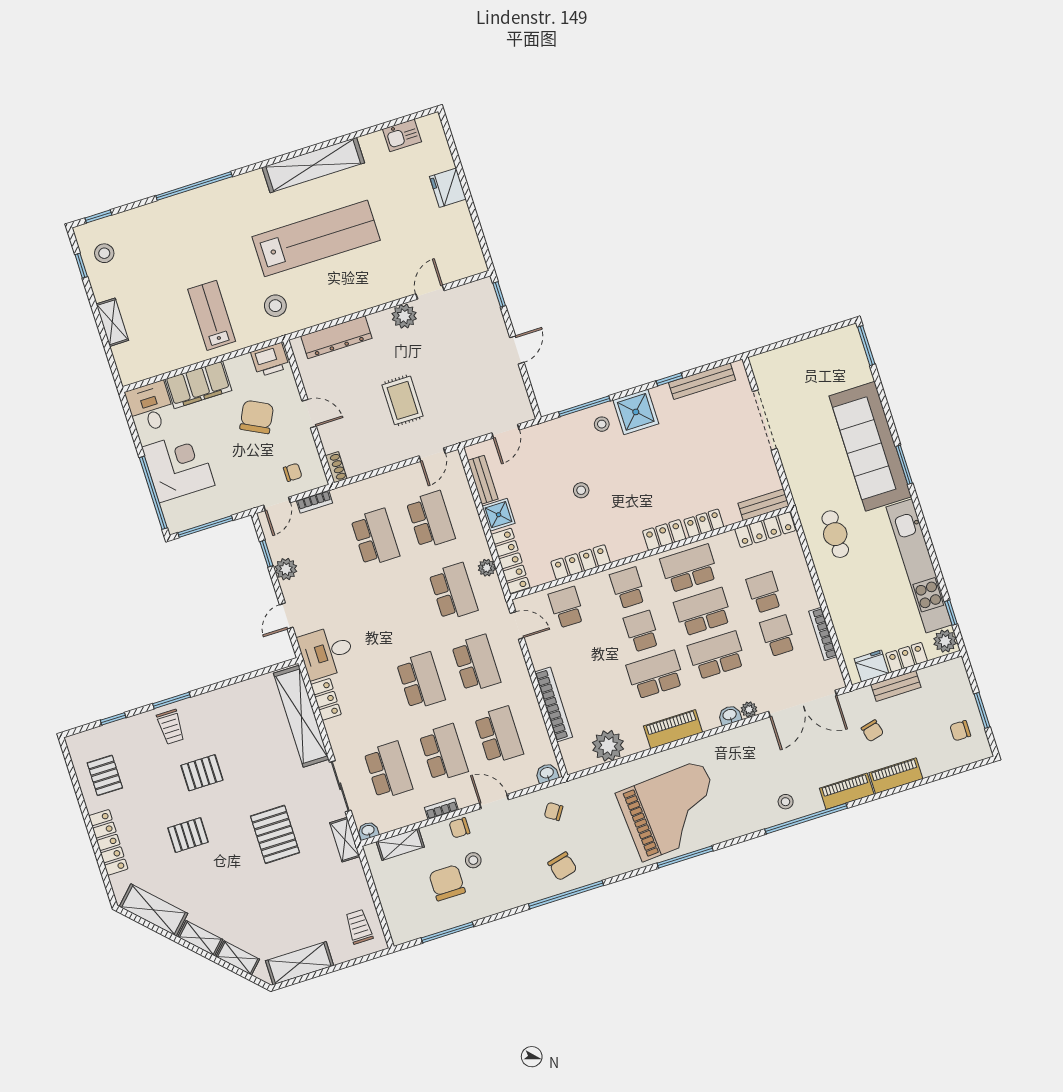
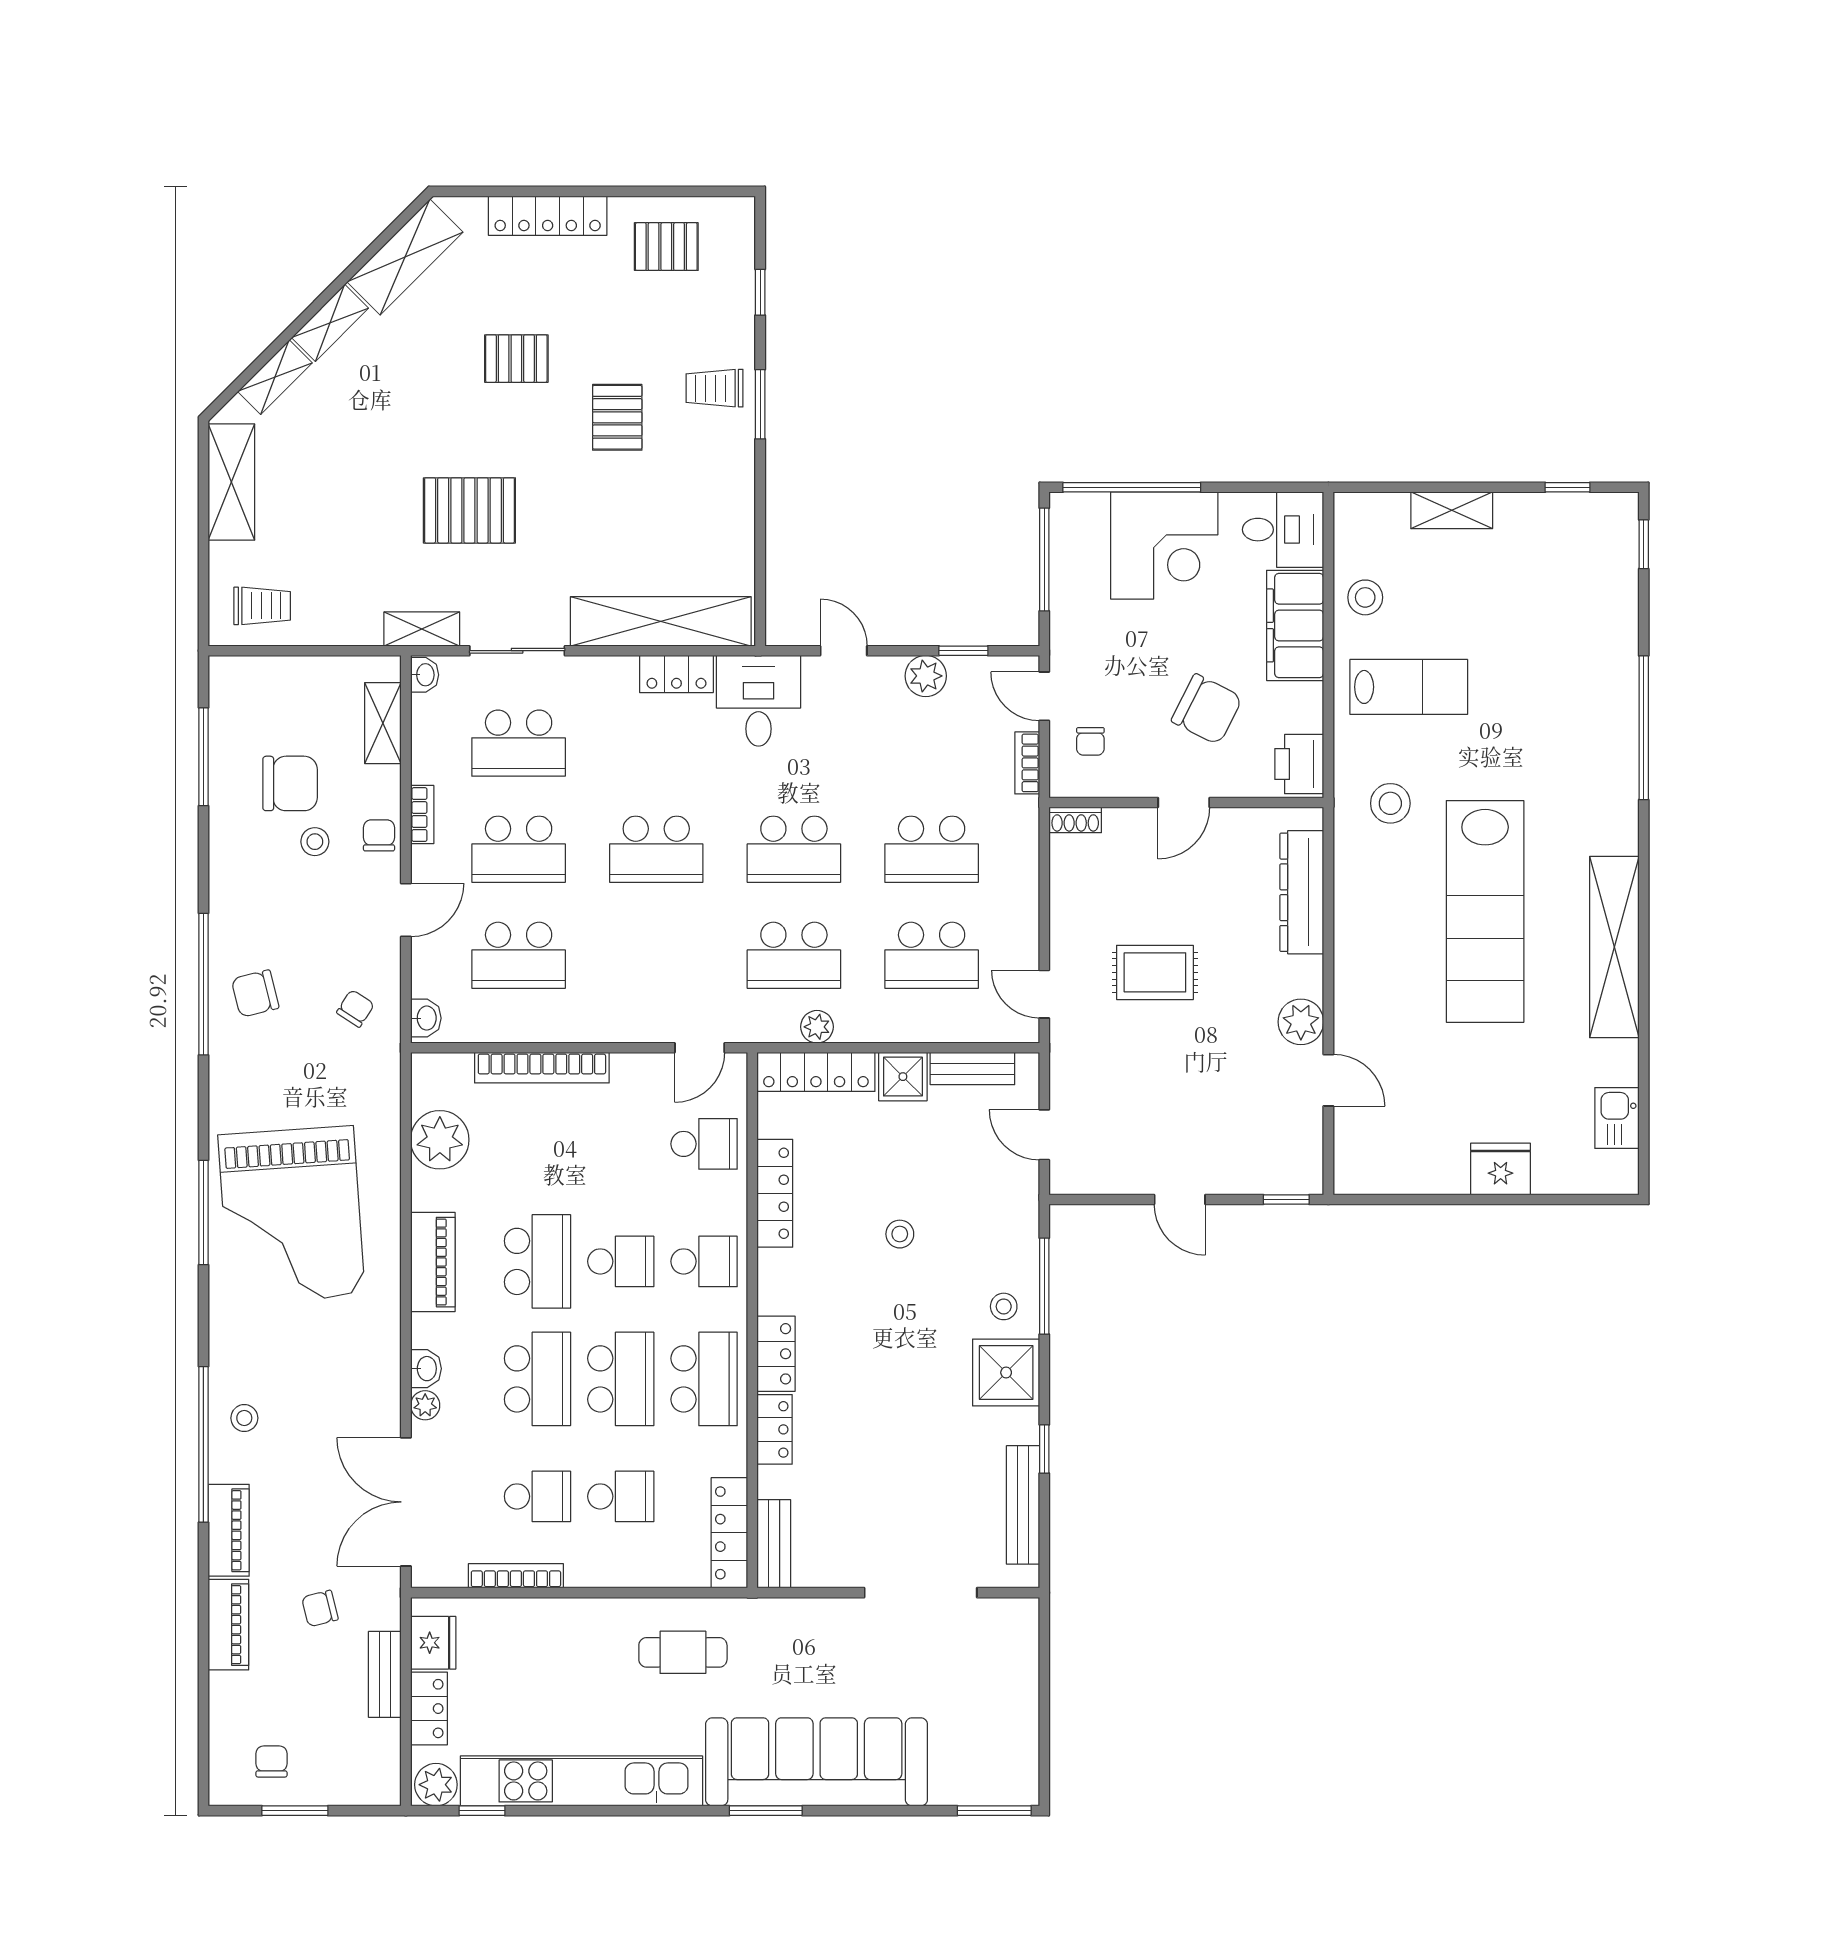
stool: (104, 253) -> (1365, 597), moved
school desk: (476, 663) -> (794, 849), moved
pallet: (188, 835) -> (516, 359), turned 90

